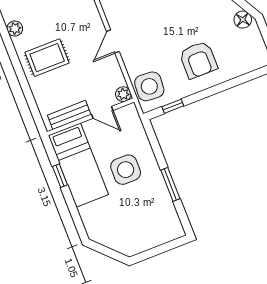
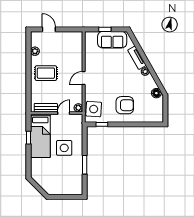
armchair: (198, 60) -> (125, 105), turned -90
door: (102, 112) -> (64, 113), swing flipped

